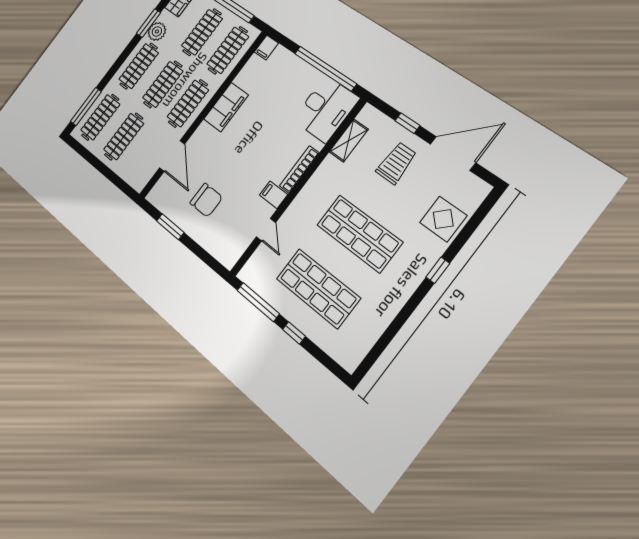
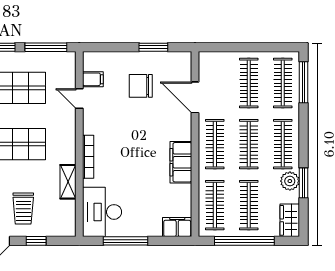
filing cabinet: (266, 48) -> (177, 227), width x2.00
window: (325, 68) -> (125, 241), width x0.68
shelving: (349, 141) -> (68, 182), moved
filing cabinet: (274, 195) -> (93, 79), moved

